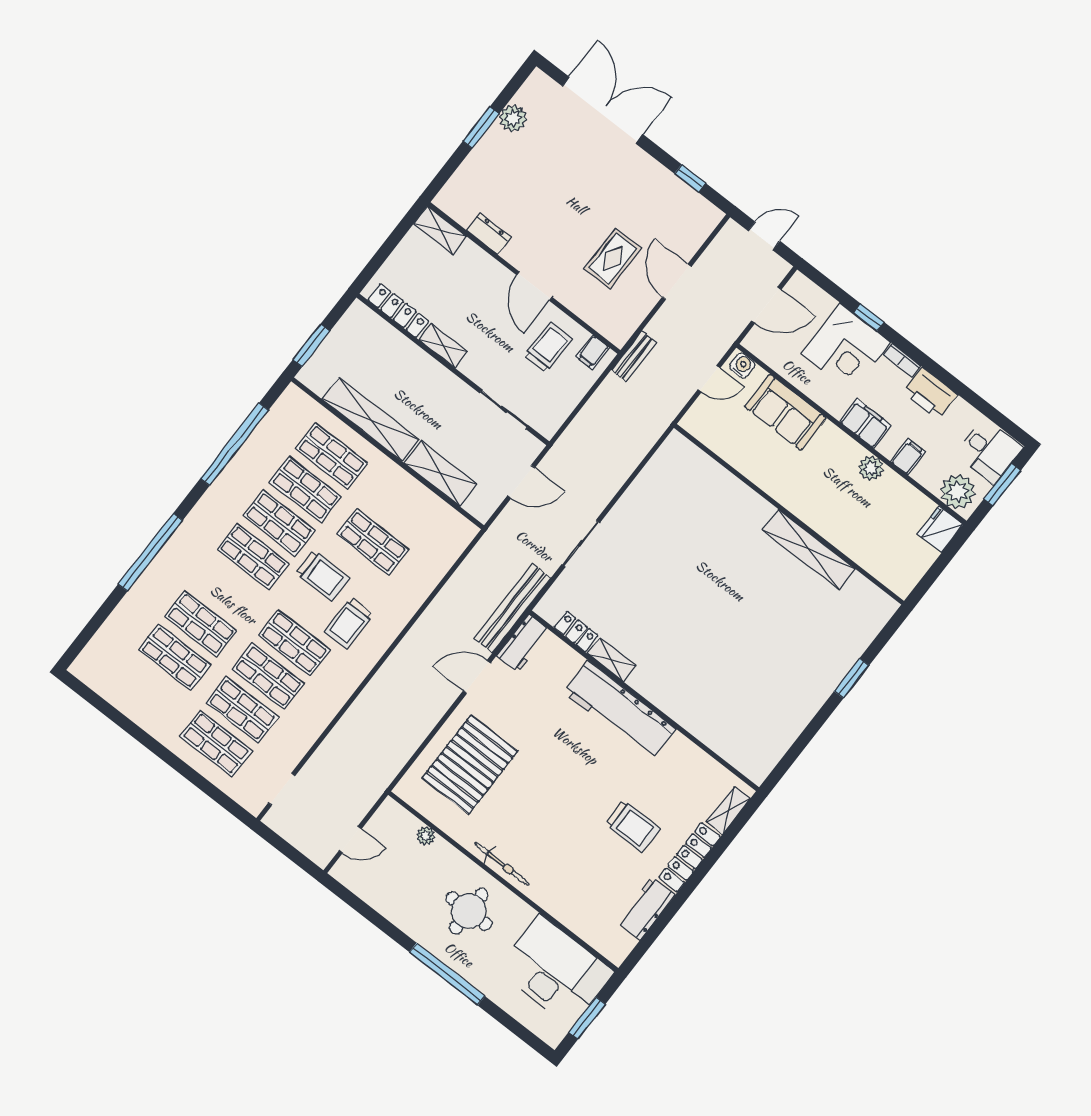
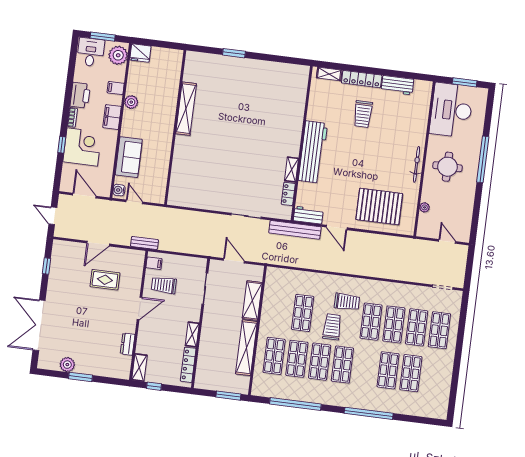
window: (397, 236) -> (154, 386), added
trolley: (633, 826) -> (363, 114), turned 180

